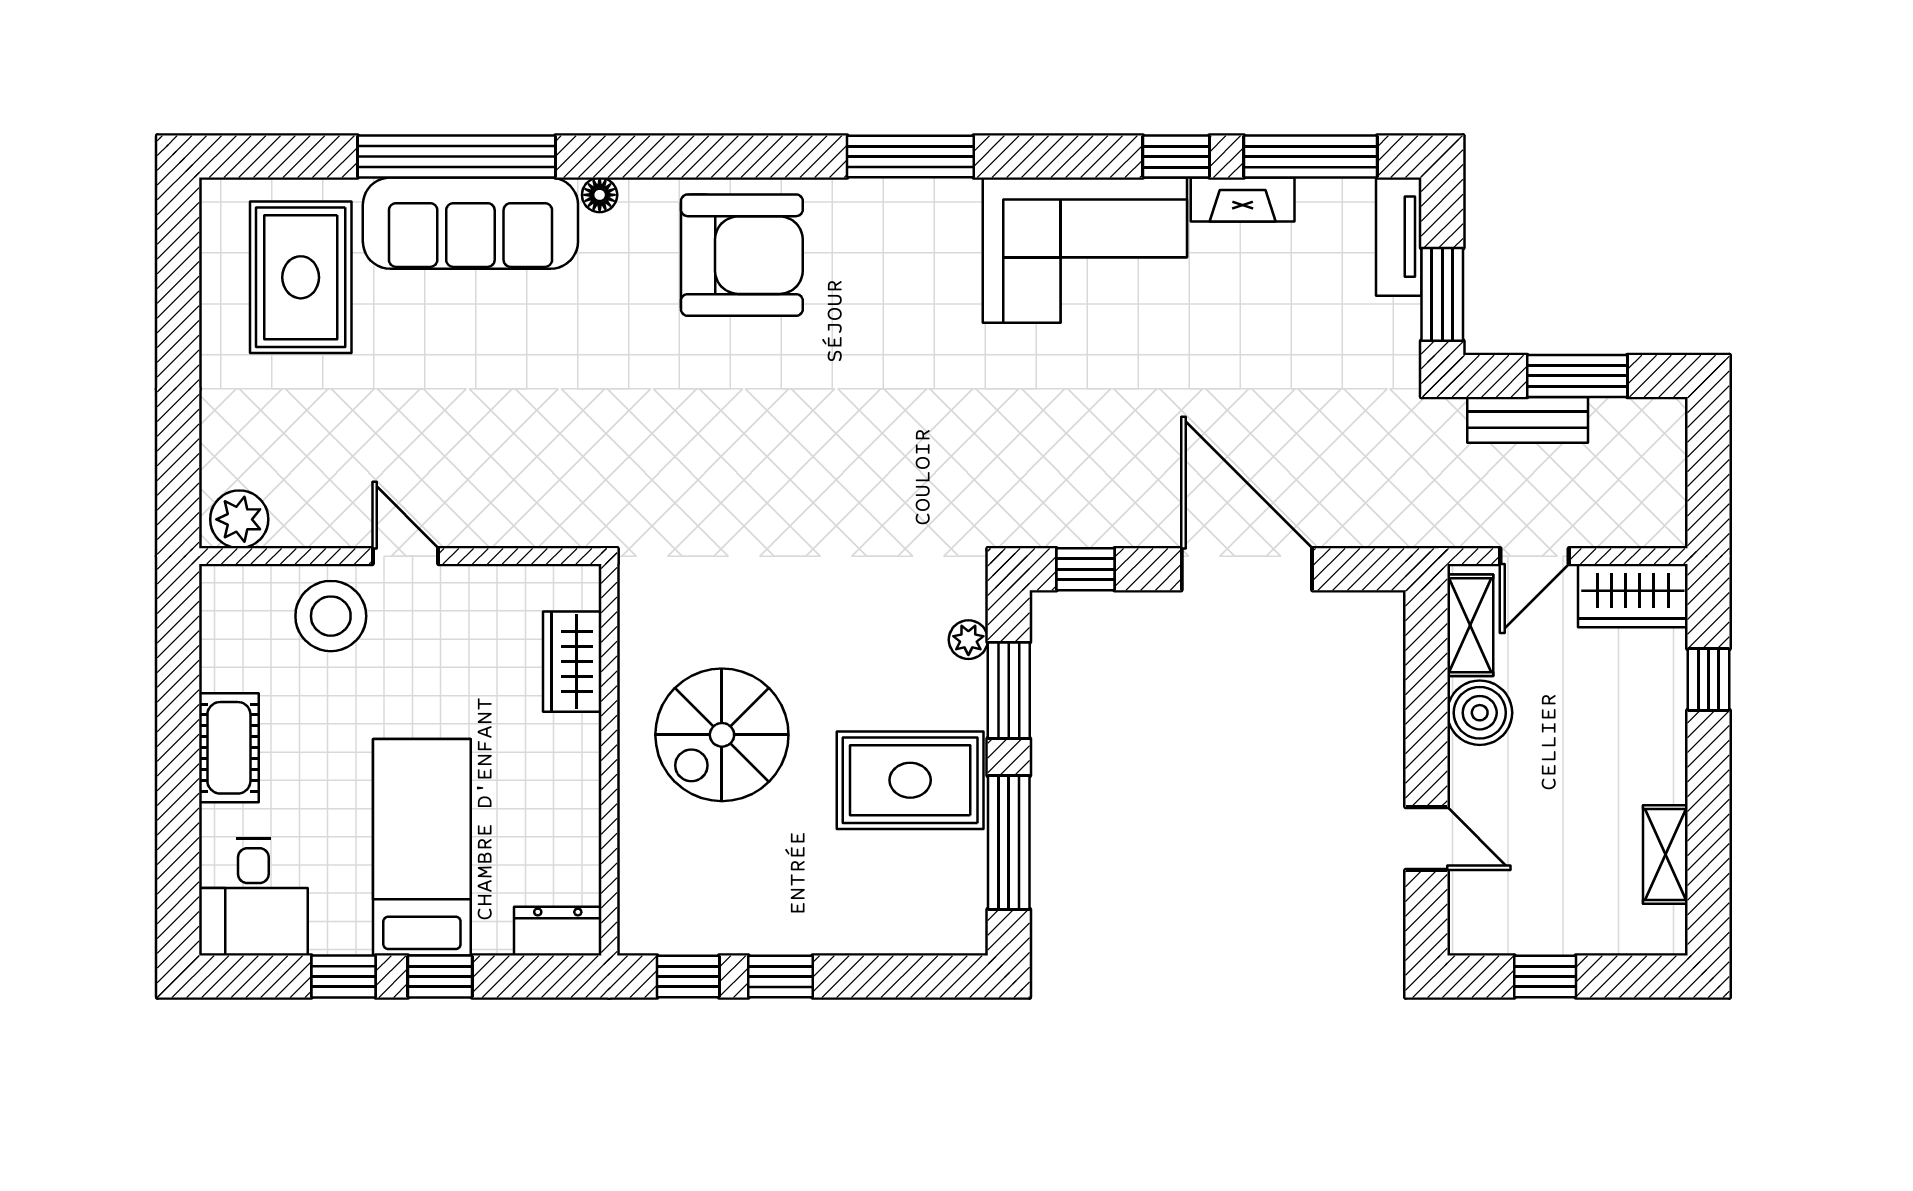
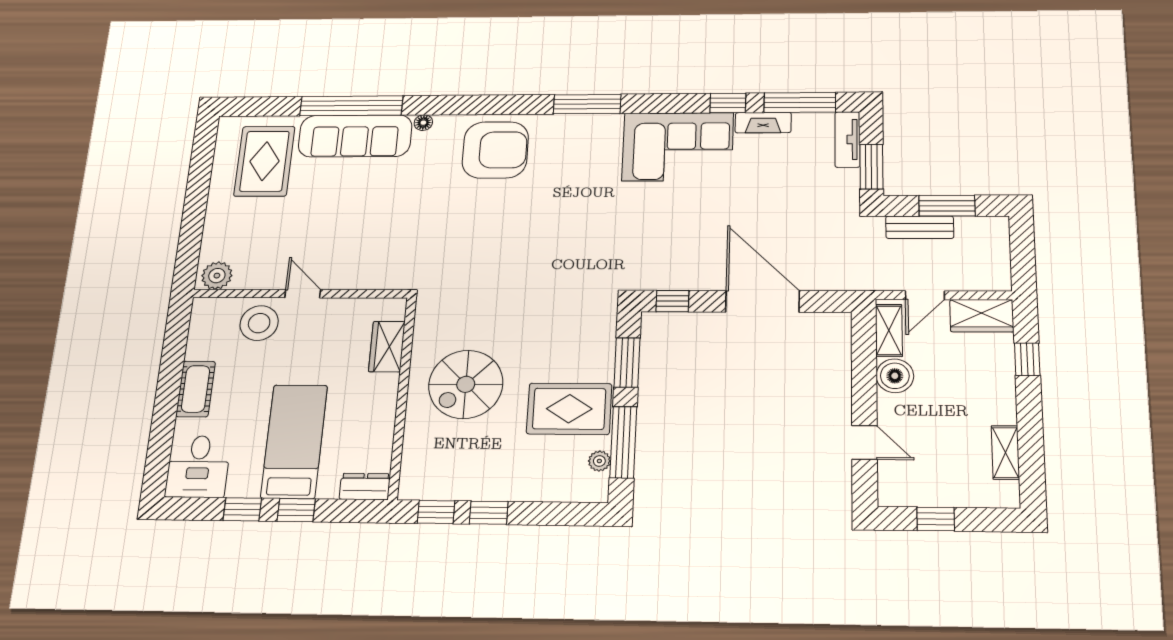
plant: (968, 640) -> (599, 461), moved

